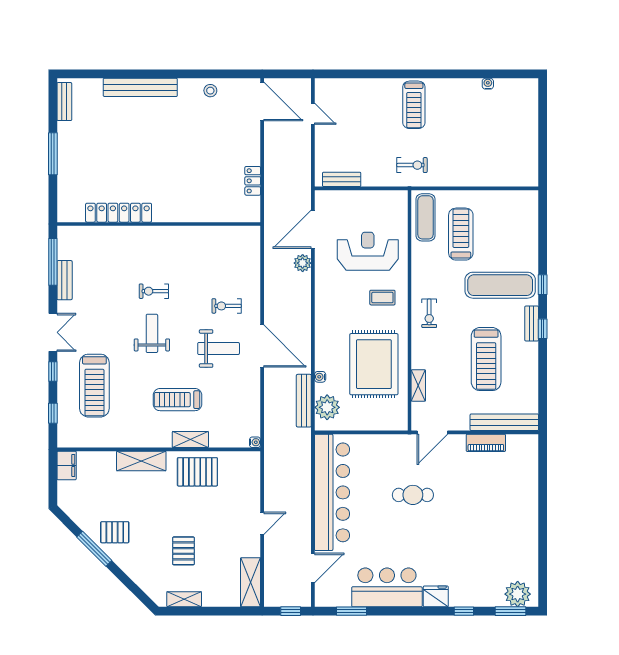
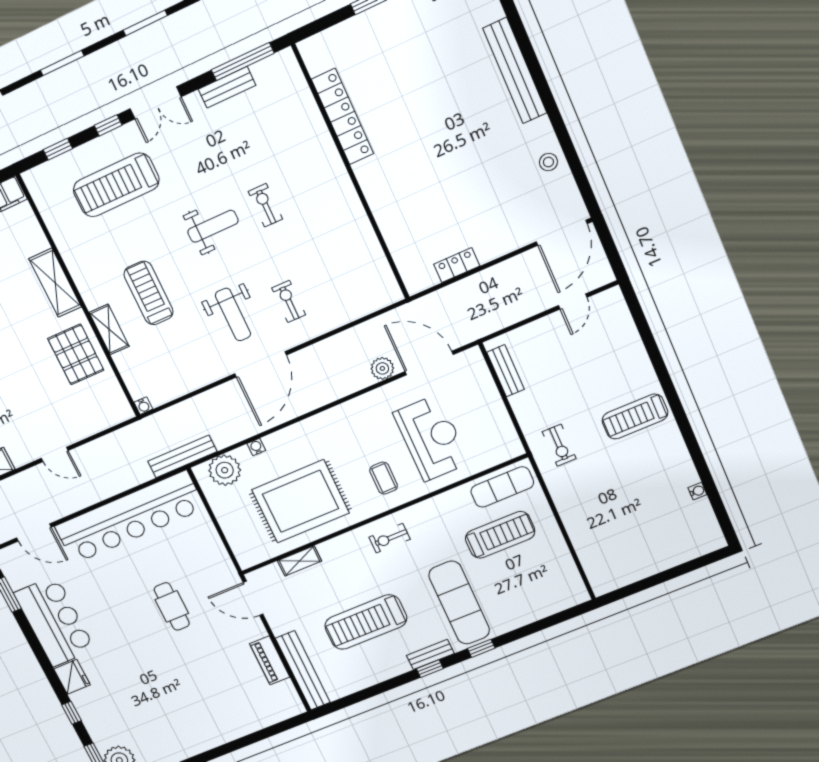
bench: (304, 401) -> (182, 456), moved

